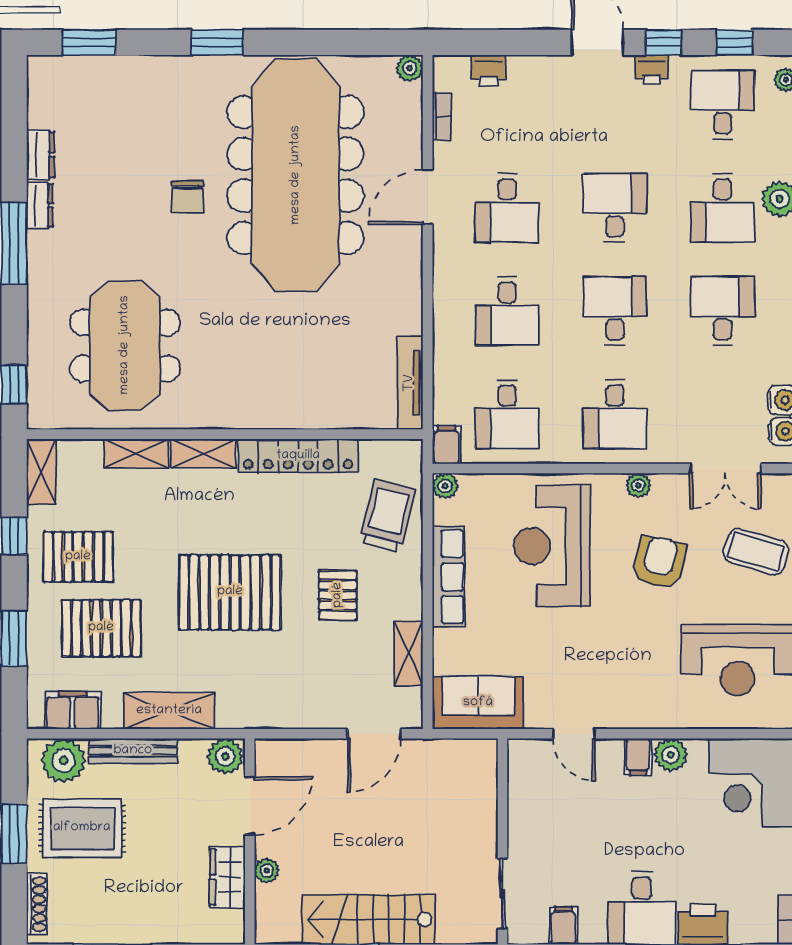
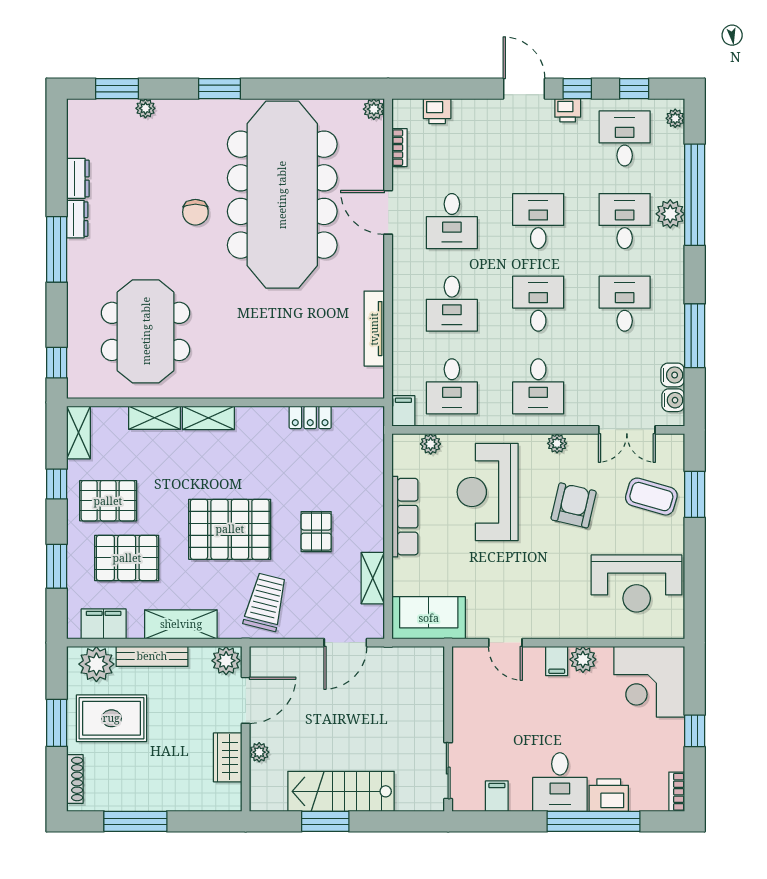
plant: (125, 67) -> (145, 108), added
door: (428, 197) -> (388, 212), hinge flipped
desk: (723, 208) -> (625, 221), turned 180
tv unit: (410, 383) -> (374, 329), moved
locker: (298, 456) -> (310, 417), width x0.46, depth x0.83
plant: (445, 486) -> (431, 444), moved
trolley: (388, 516) -> (265, 602), moved

